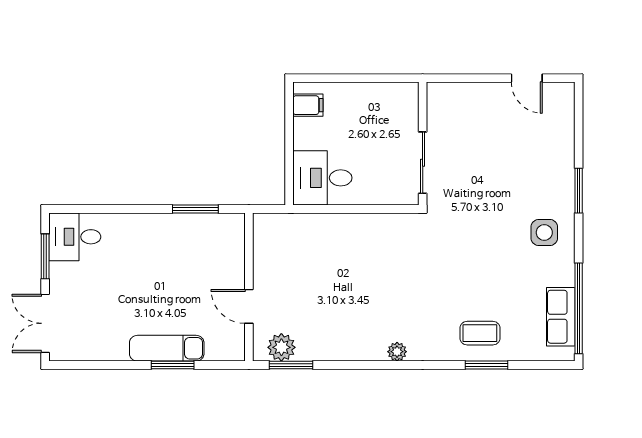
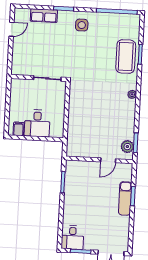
desk: (322, 178) -> (37, 123), moved
row of seats: (561, 317) -> (44, 16), moved
coffee table: (480, 333) -> (126, 56), width x1.86, depth x1.72

